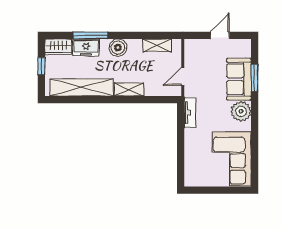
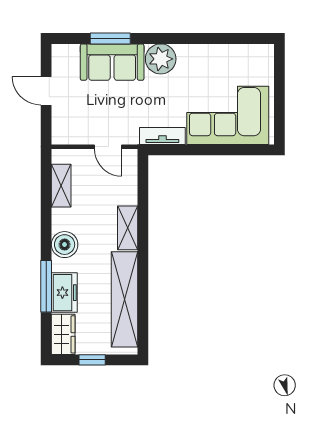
corner sofa: (232, 159) -> (228, 115), moved, turned 180

